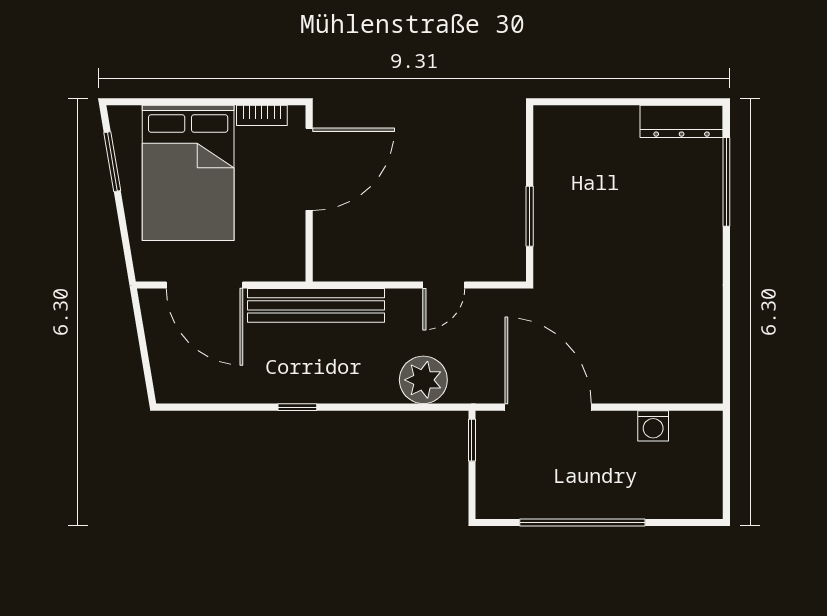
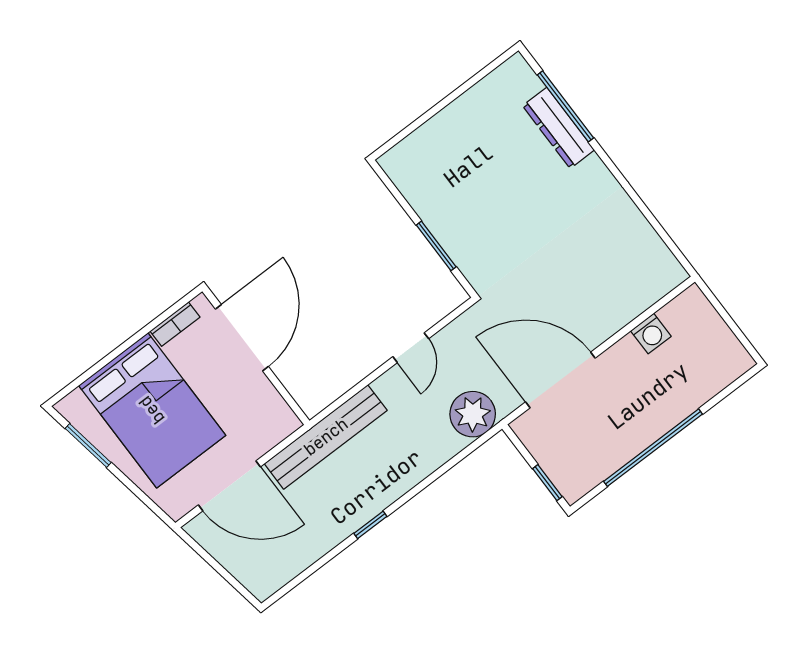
dresser: (682, 121) -> (558, 128), moved, turned 90
plant: (423, 380) -> (473, 414), moved
window: (472, 440) -> (547, 483), moved

